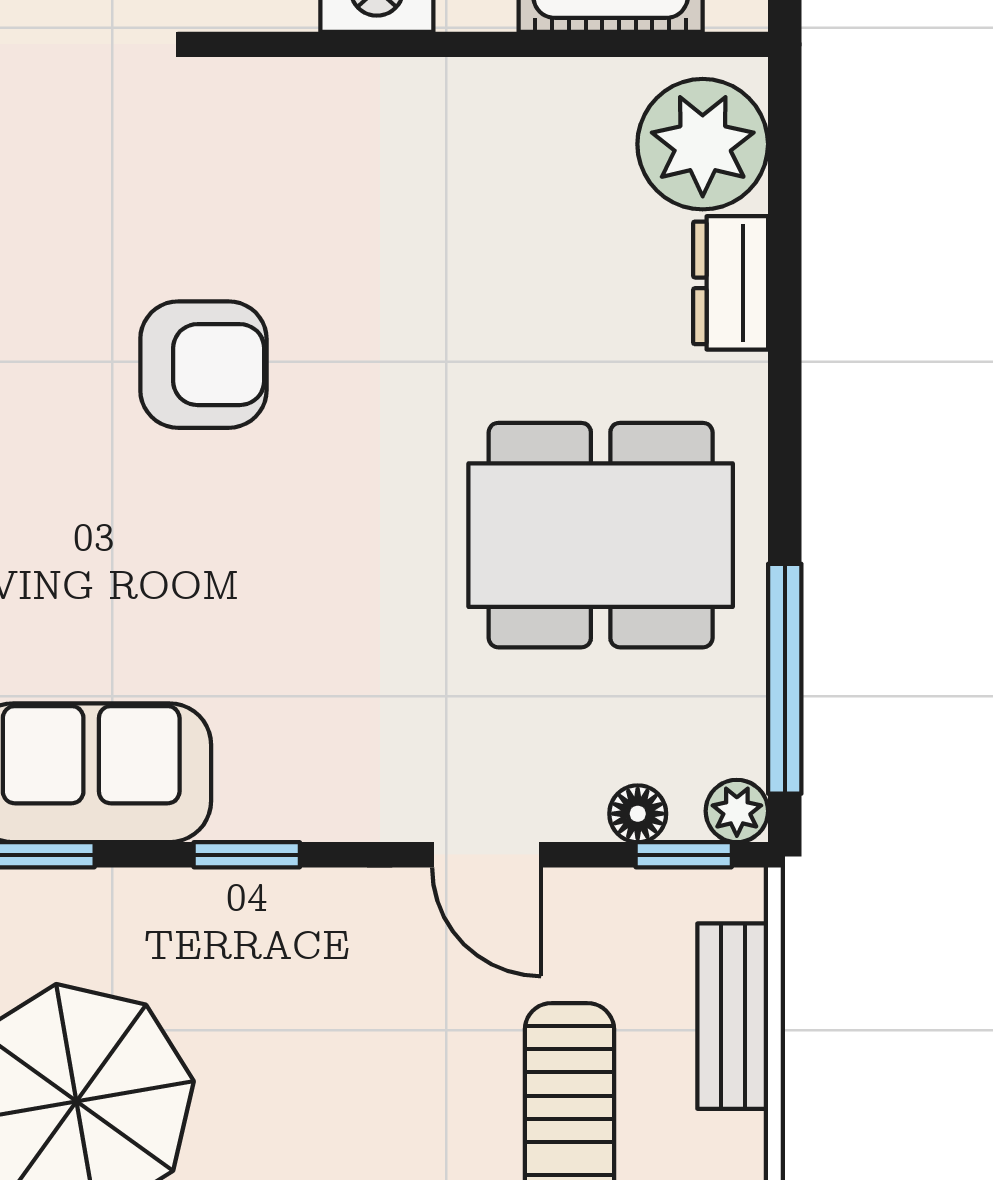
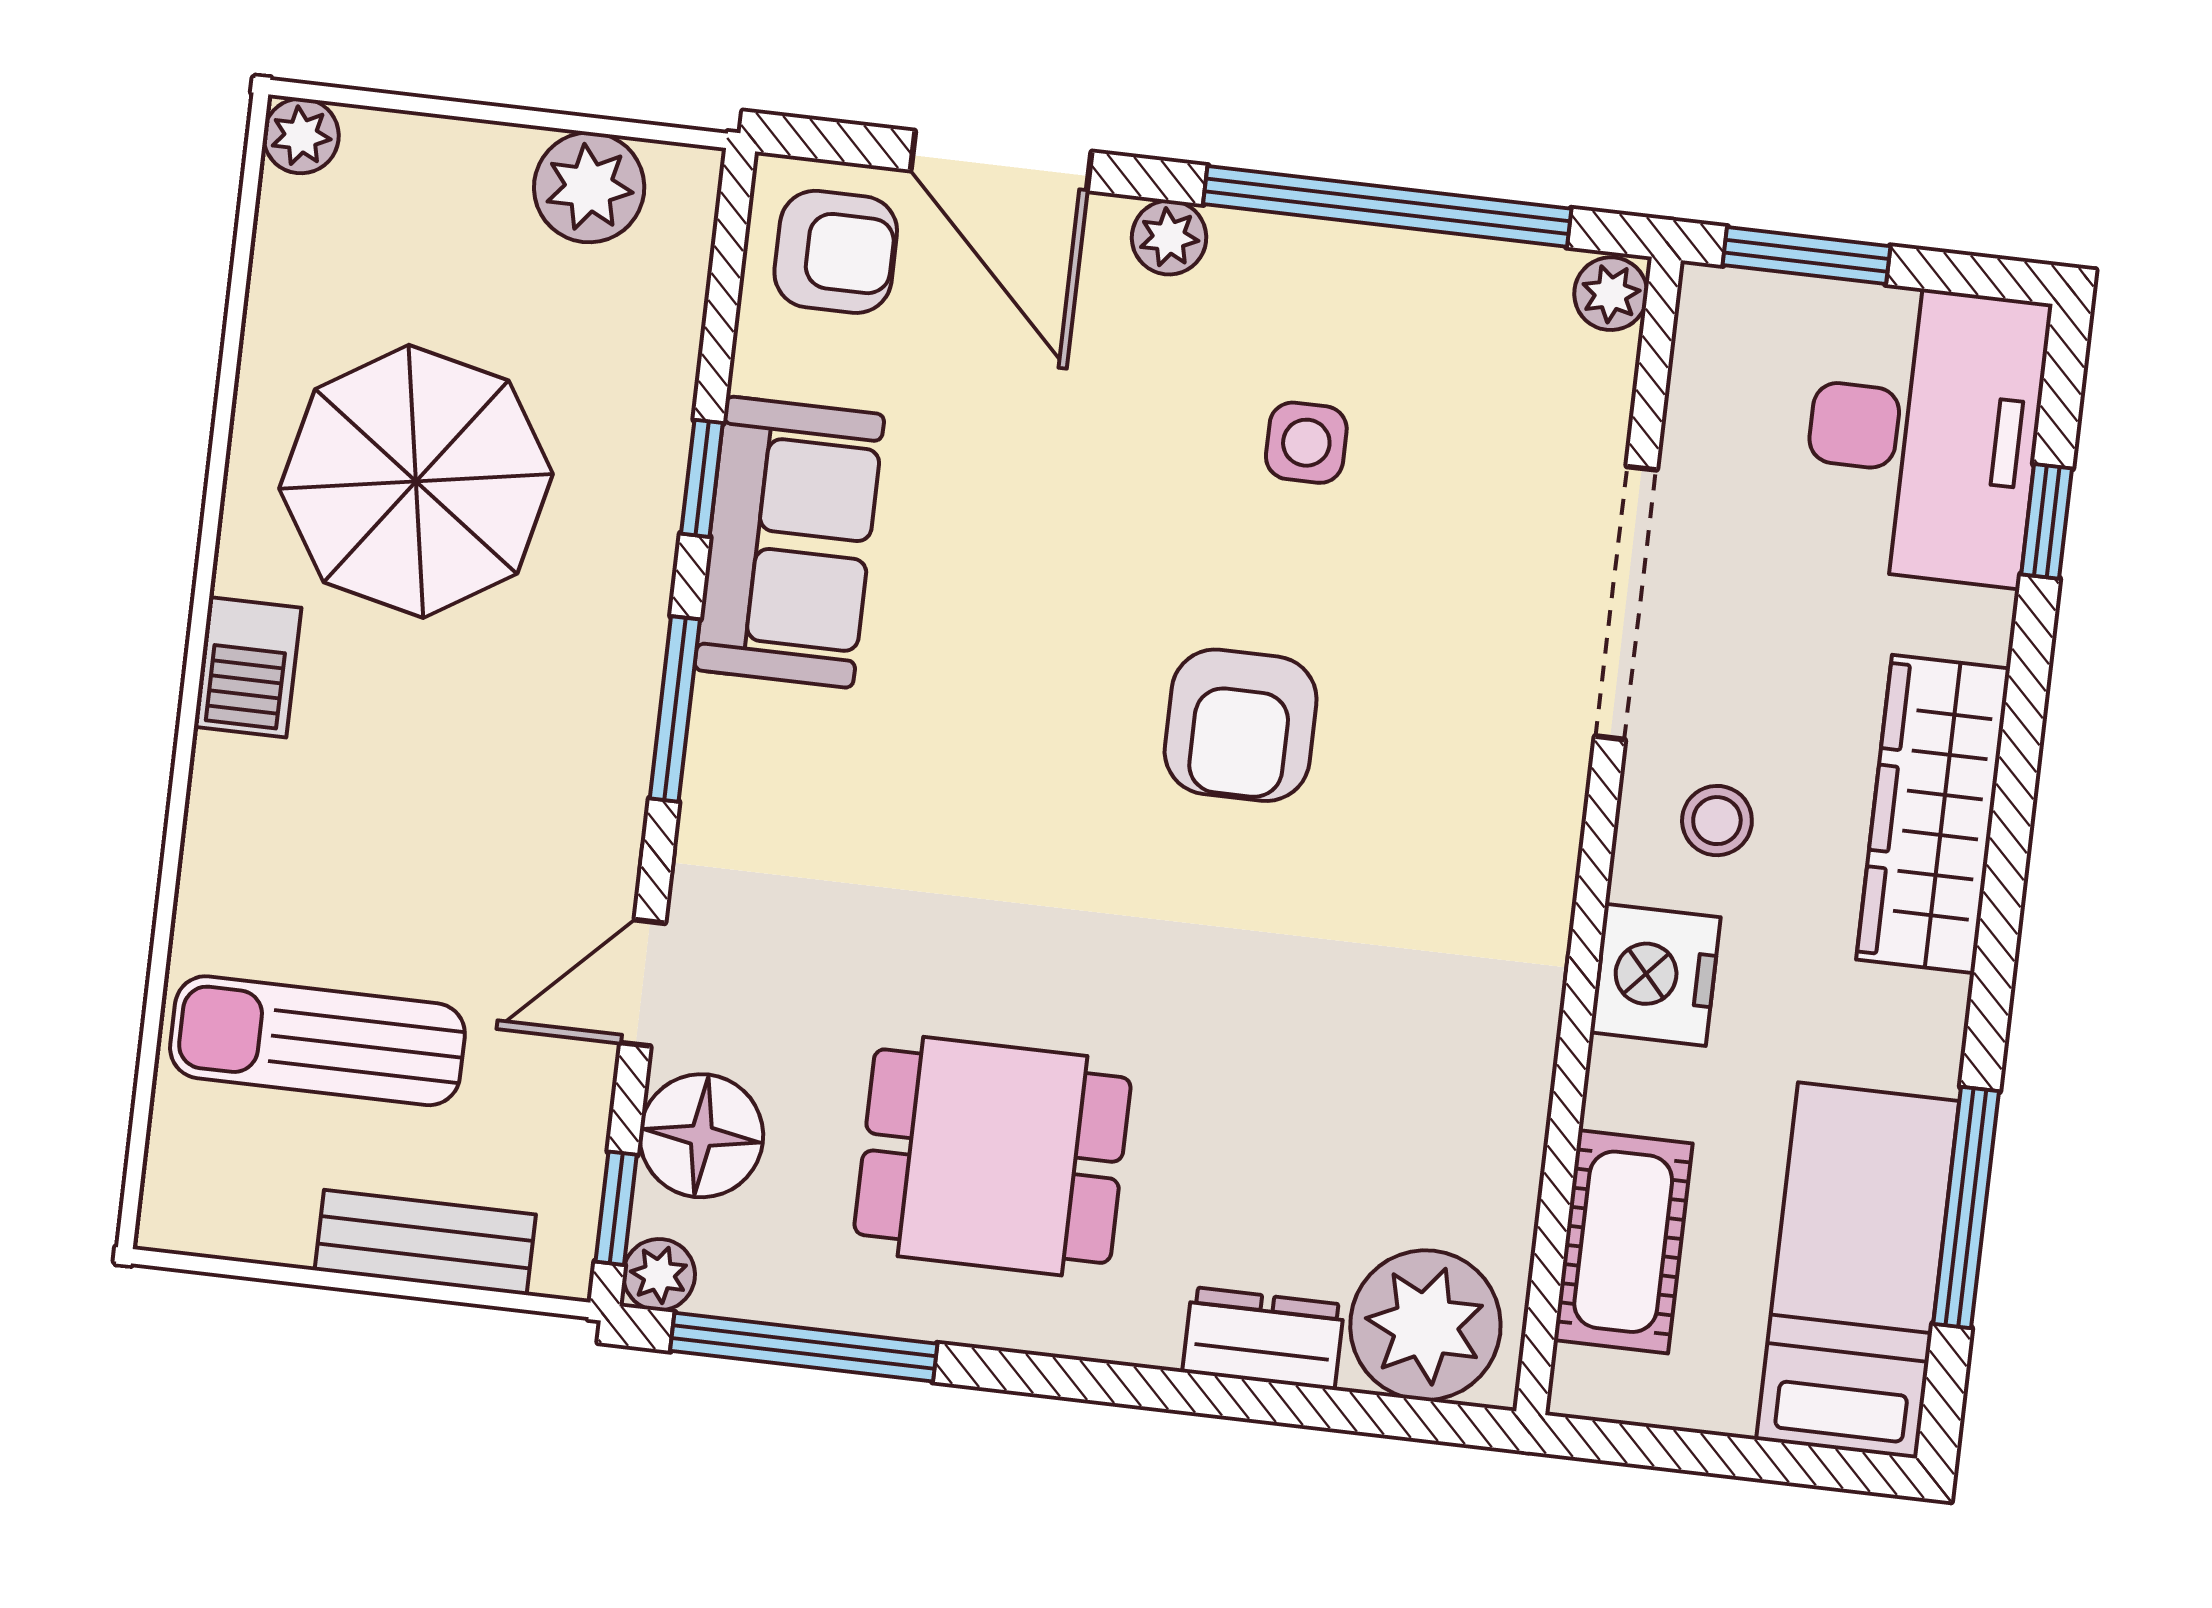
dining table: (601, 535) -> (993, 1156), width x0.73
floor lamp: (638, 814) -> (701, 1136), width x1.89, depth x1.89
window: (247, 855) -> (675, 709), width x1.50

